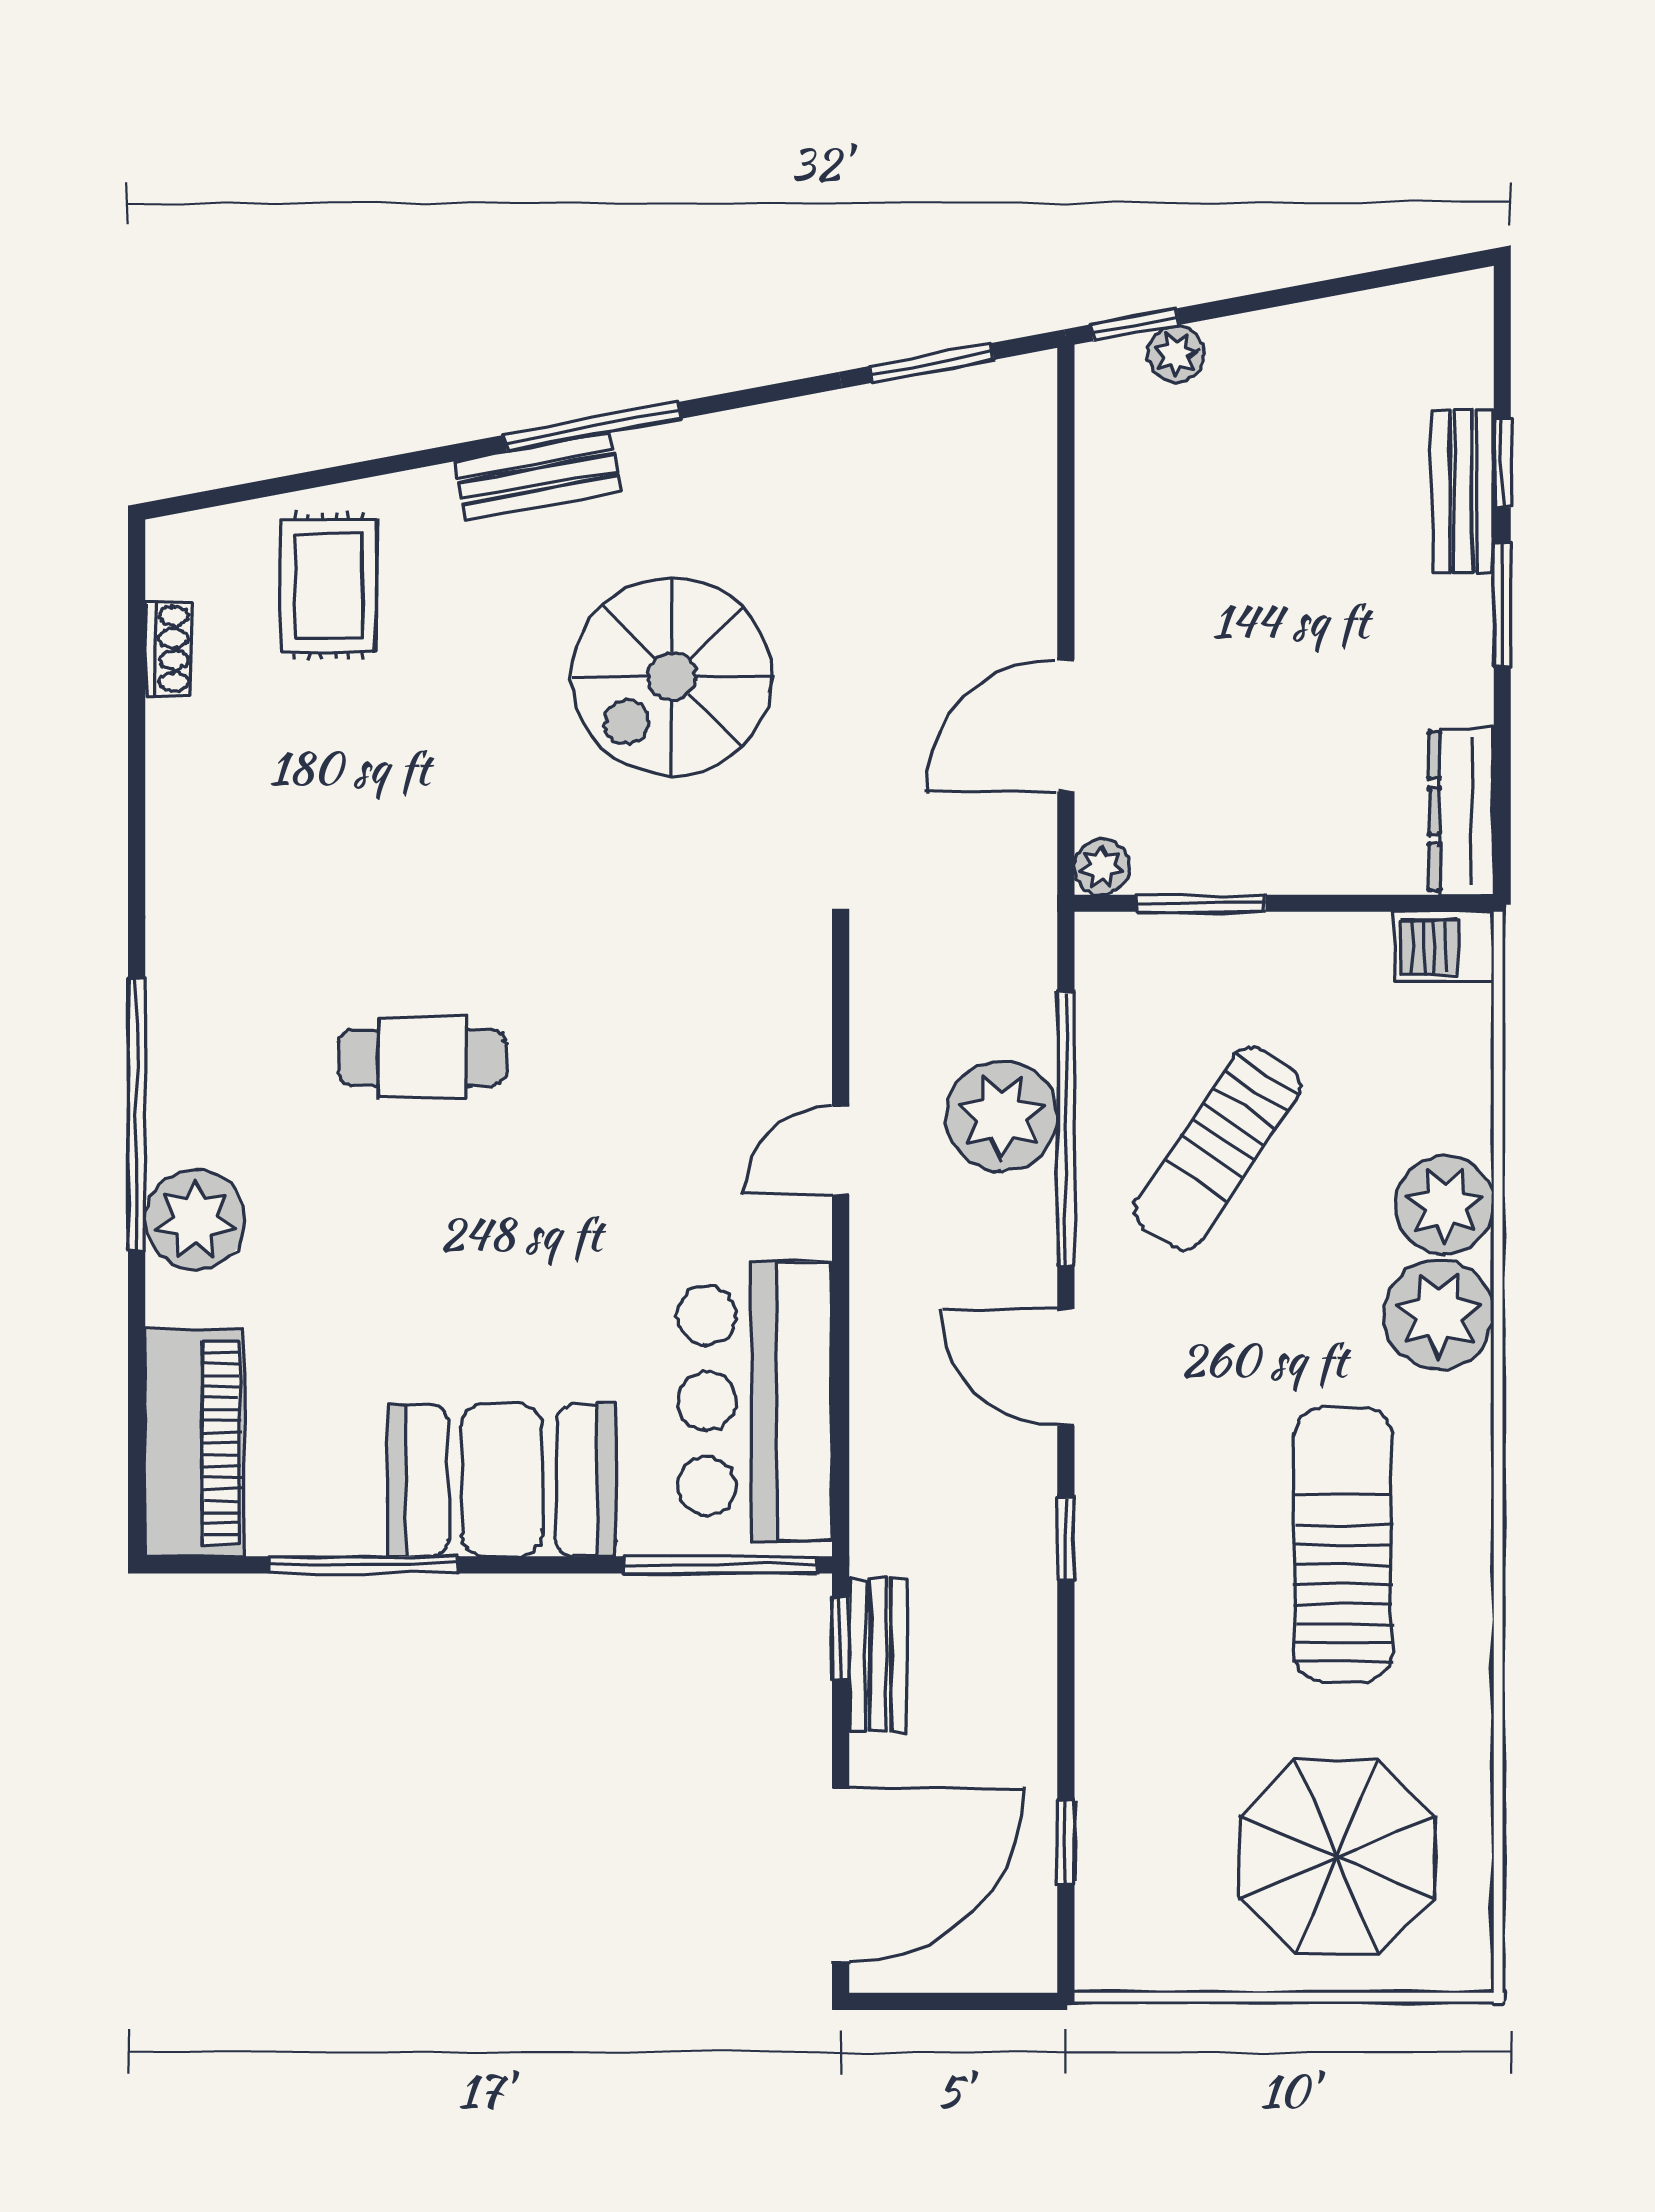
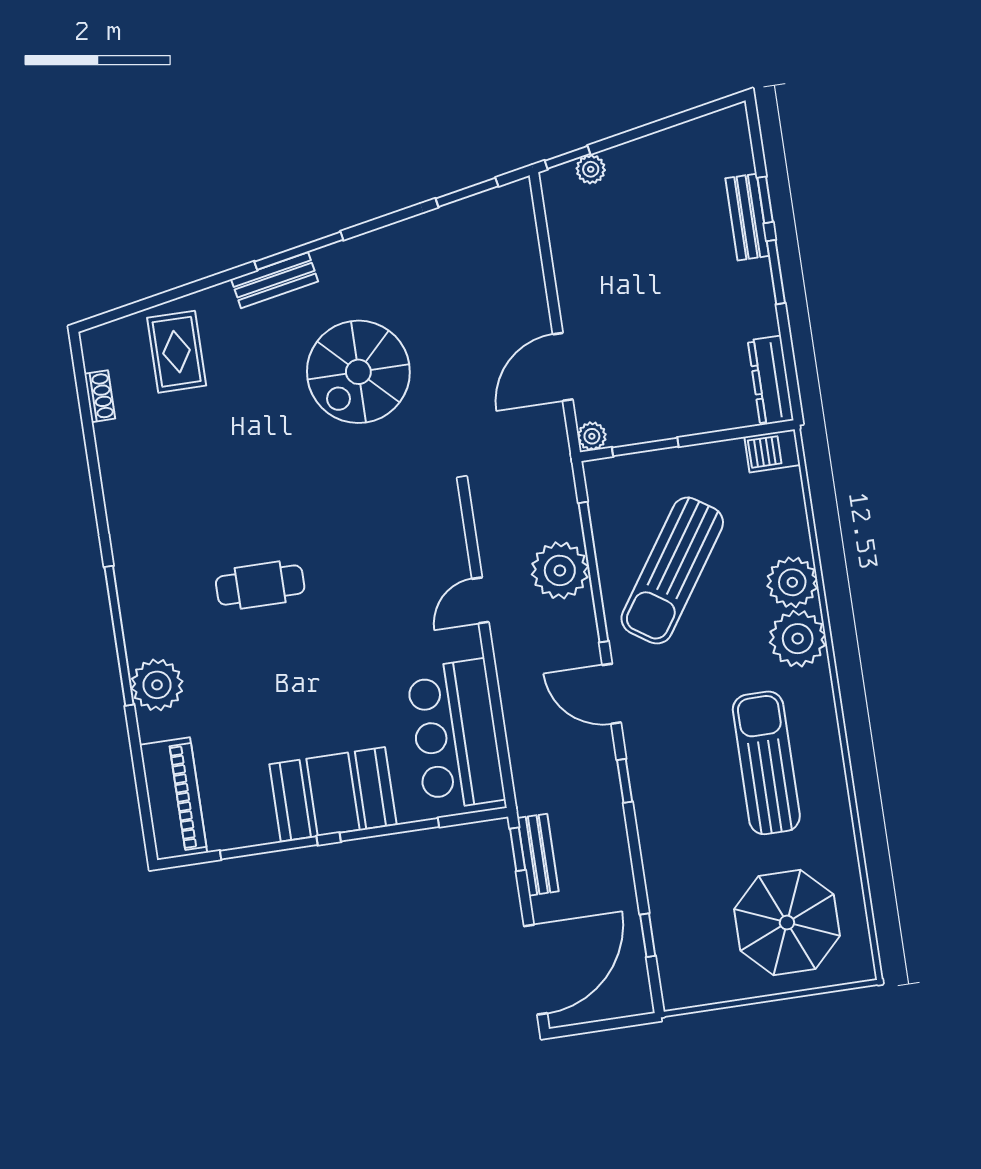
sun lounger: (1218, 1148) -> (672, 571), width x1.36, depth x1.34
window: (720, 1565) -> (389, 830), moved

